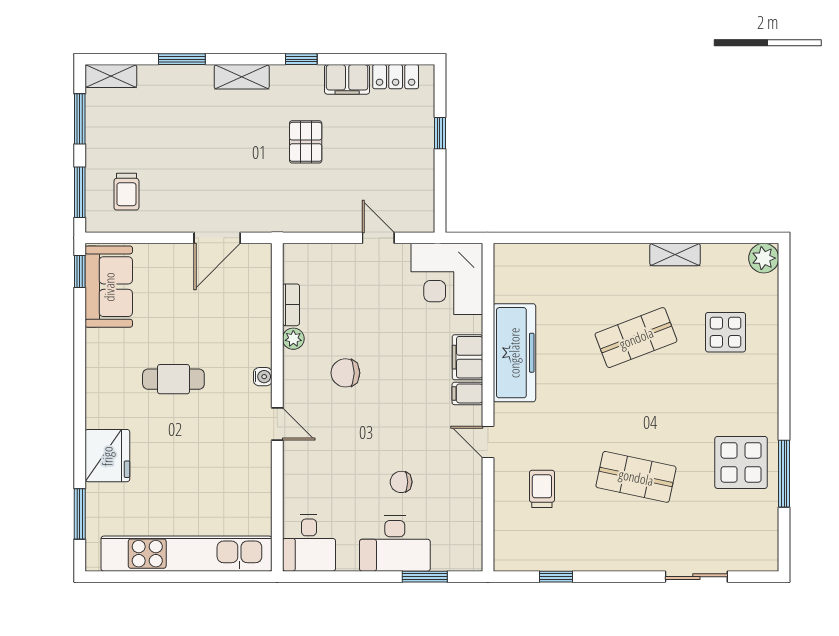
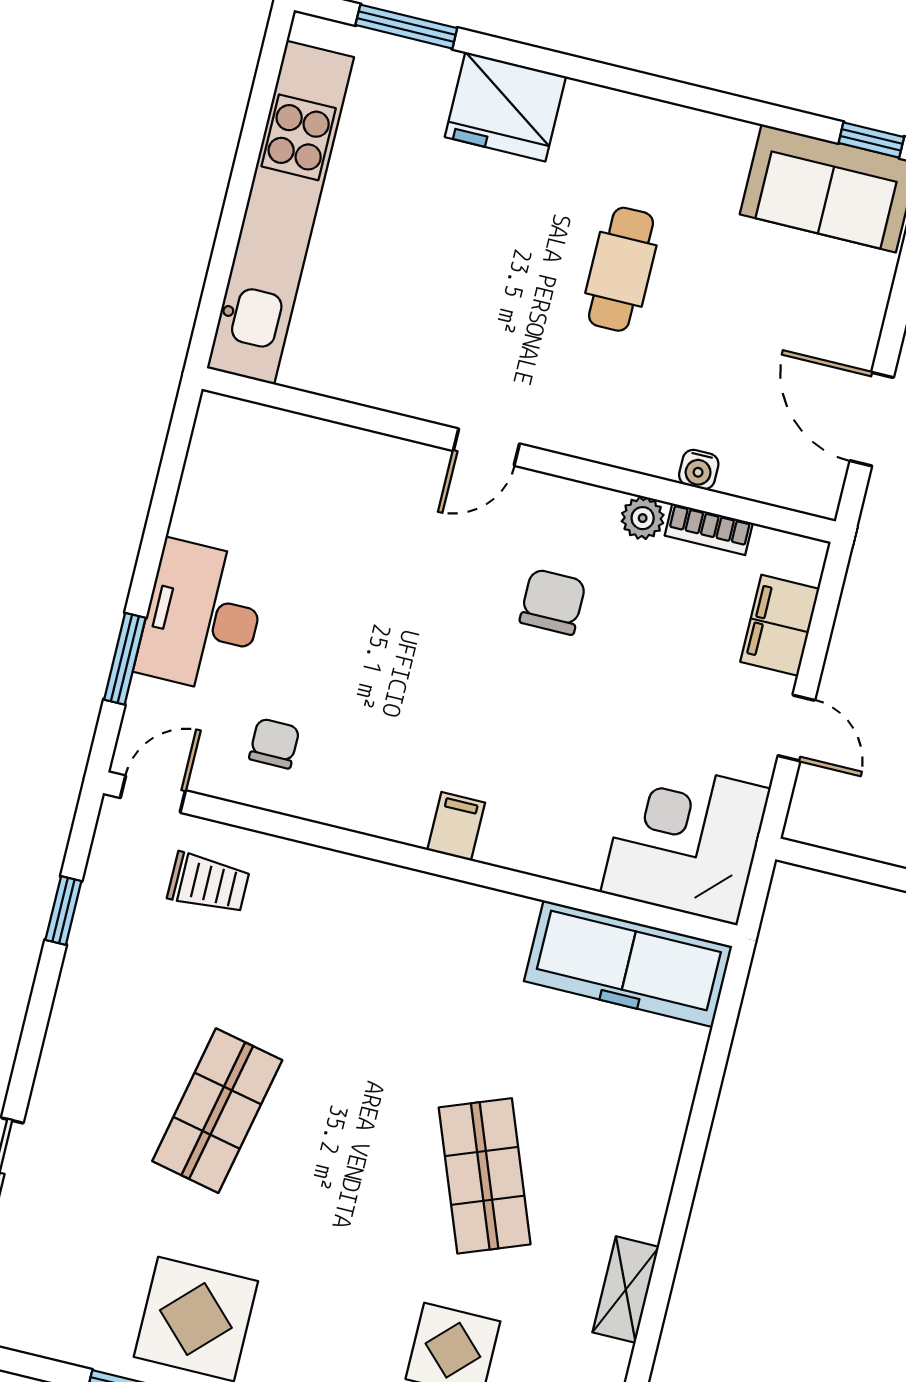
door: (378, 238) -> (796, 728), hinge flipped
freezer: (514, 353) -> (628, 964), moved
filing cabinet: (467, 357) -> (780, 625), moved, turned -90
water cooler: (263, 377) -> (699, 469), moved
door: (488, 442) -> (153, 794), moved
chair: (401, 482) -> (274, 743), moved
trolley: (542, 489) -> (208, 883), moved
desk: (309, 543) -> (244, 453), removed

